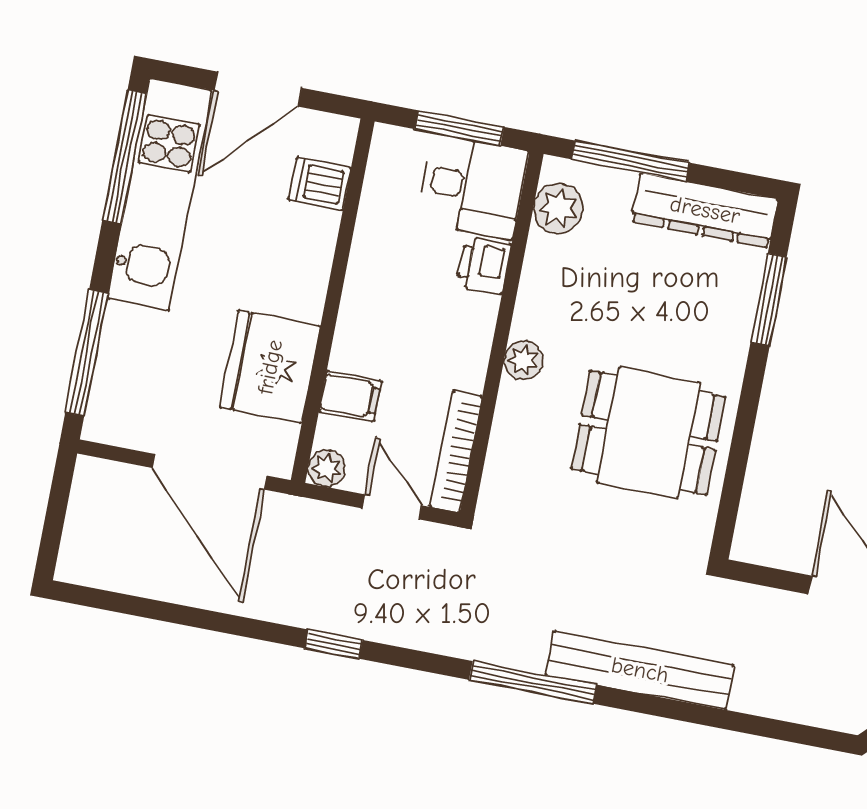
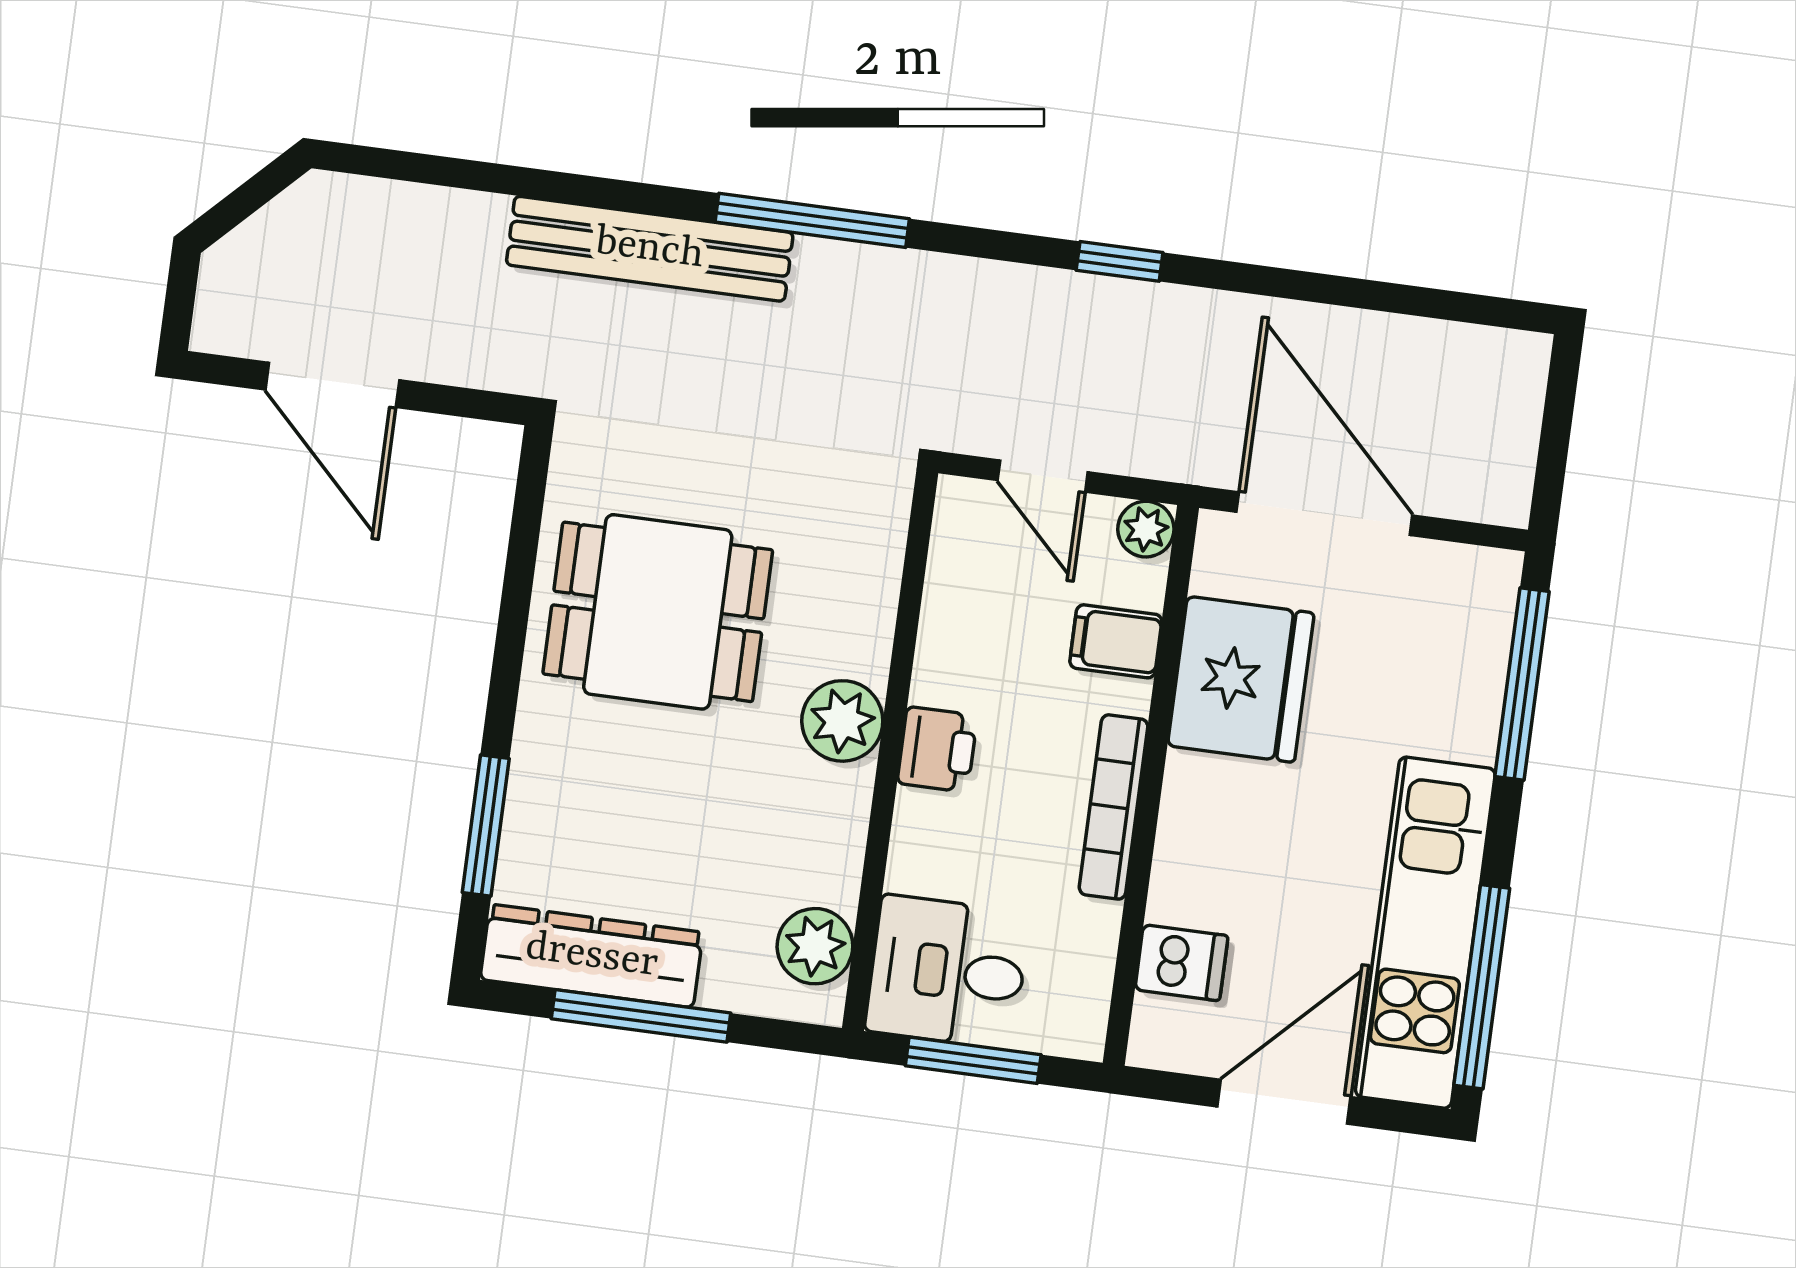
window: (630, 161) -> (641, 1016), moved
printer: (484, 265) -> (937, 749), moved
plant: (523, 360) -> (842, 721), width x1.38, depth x1.38
bookcase: (456, 451) -> (1114, 807), moved, turned 180

